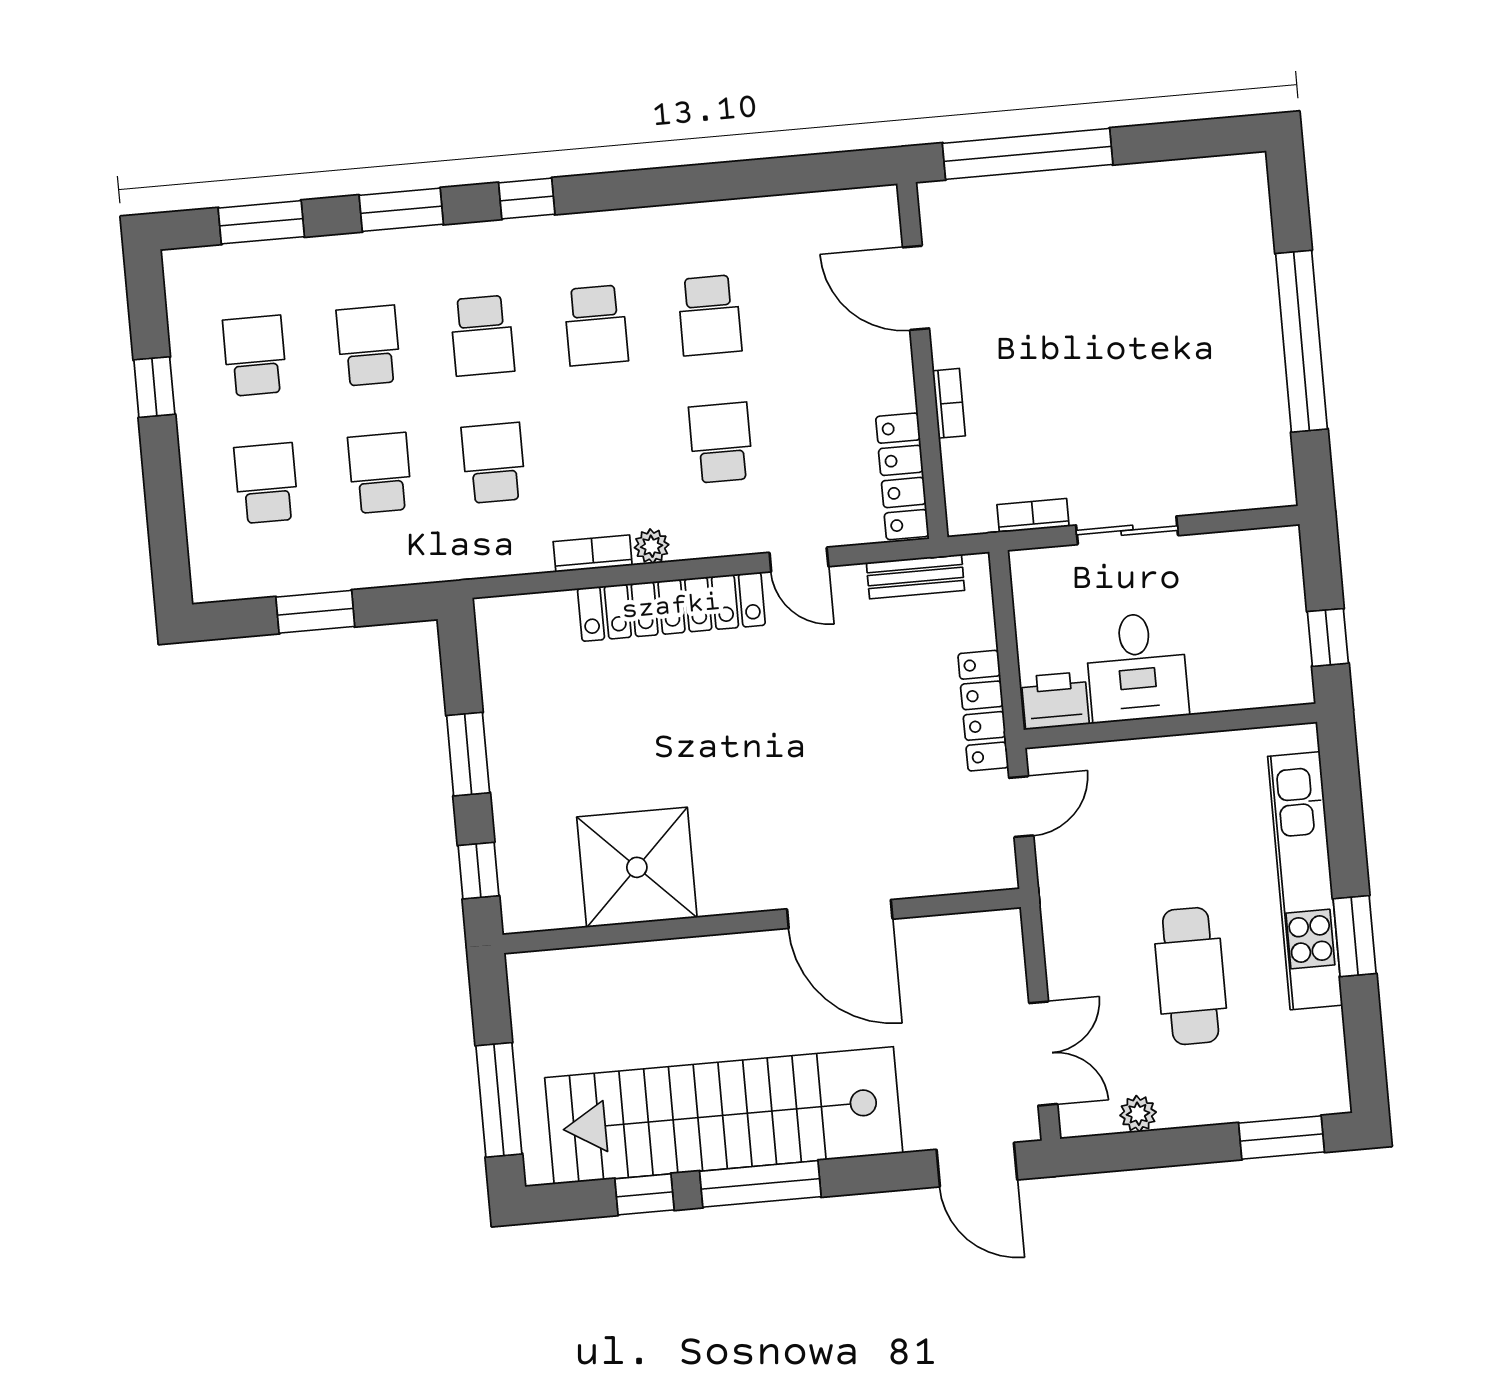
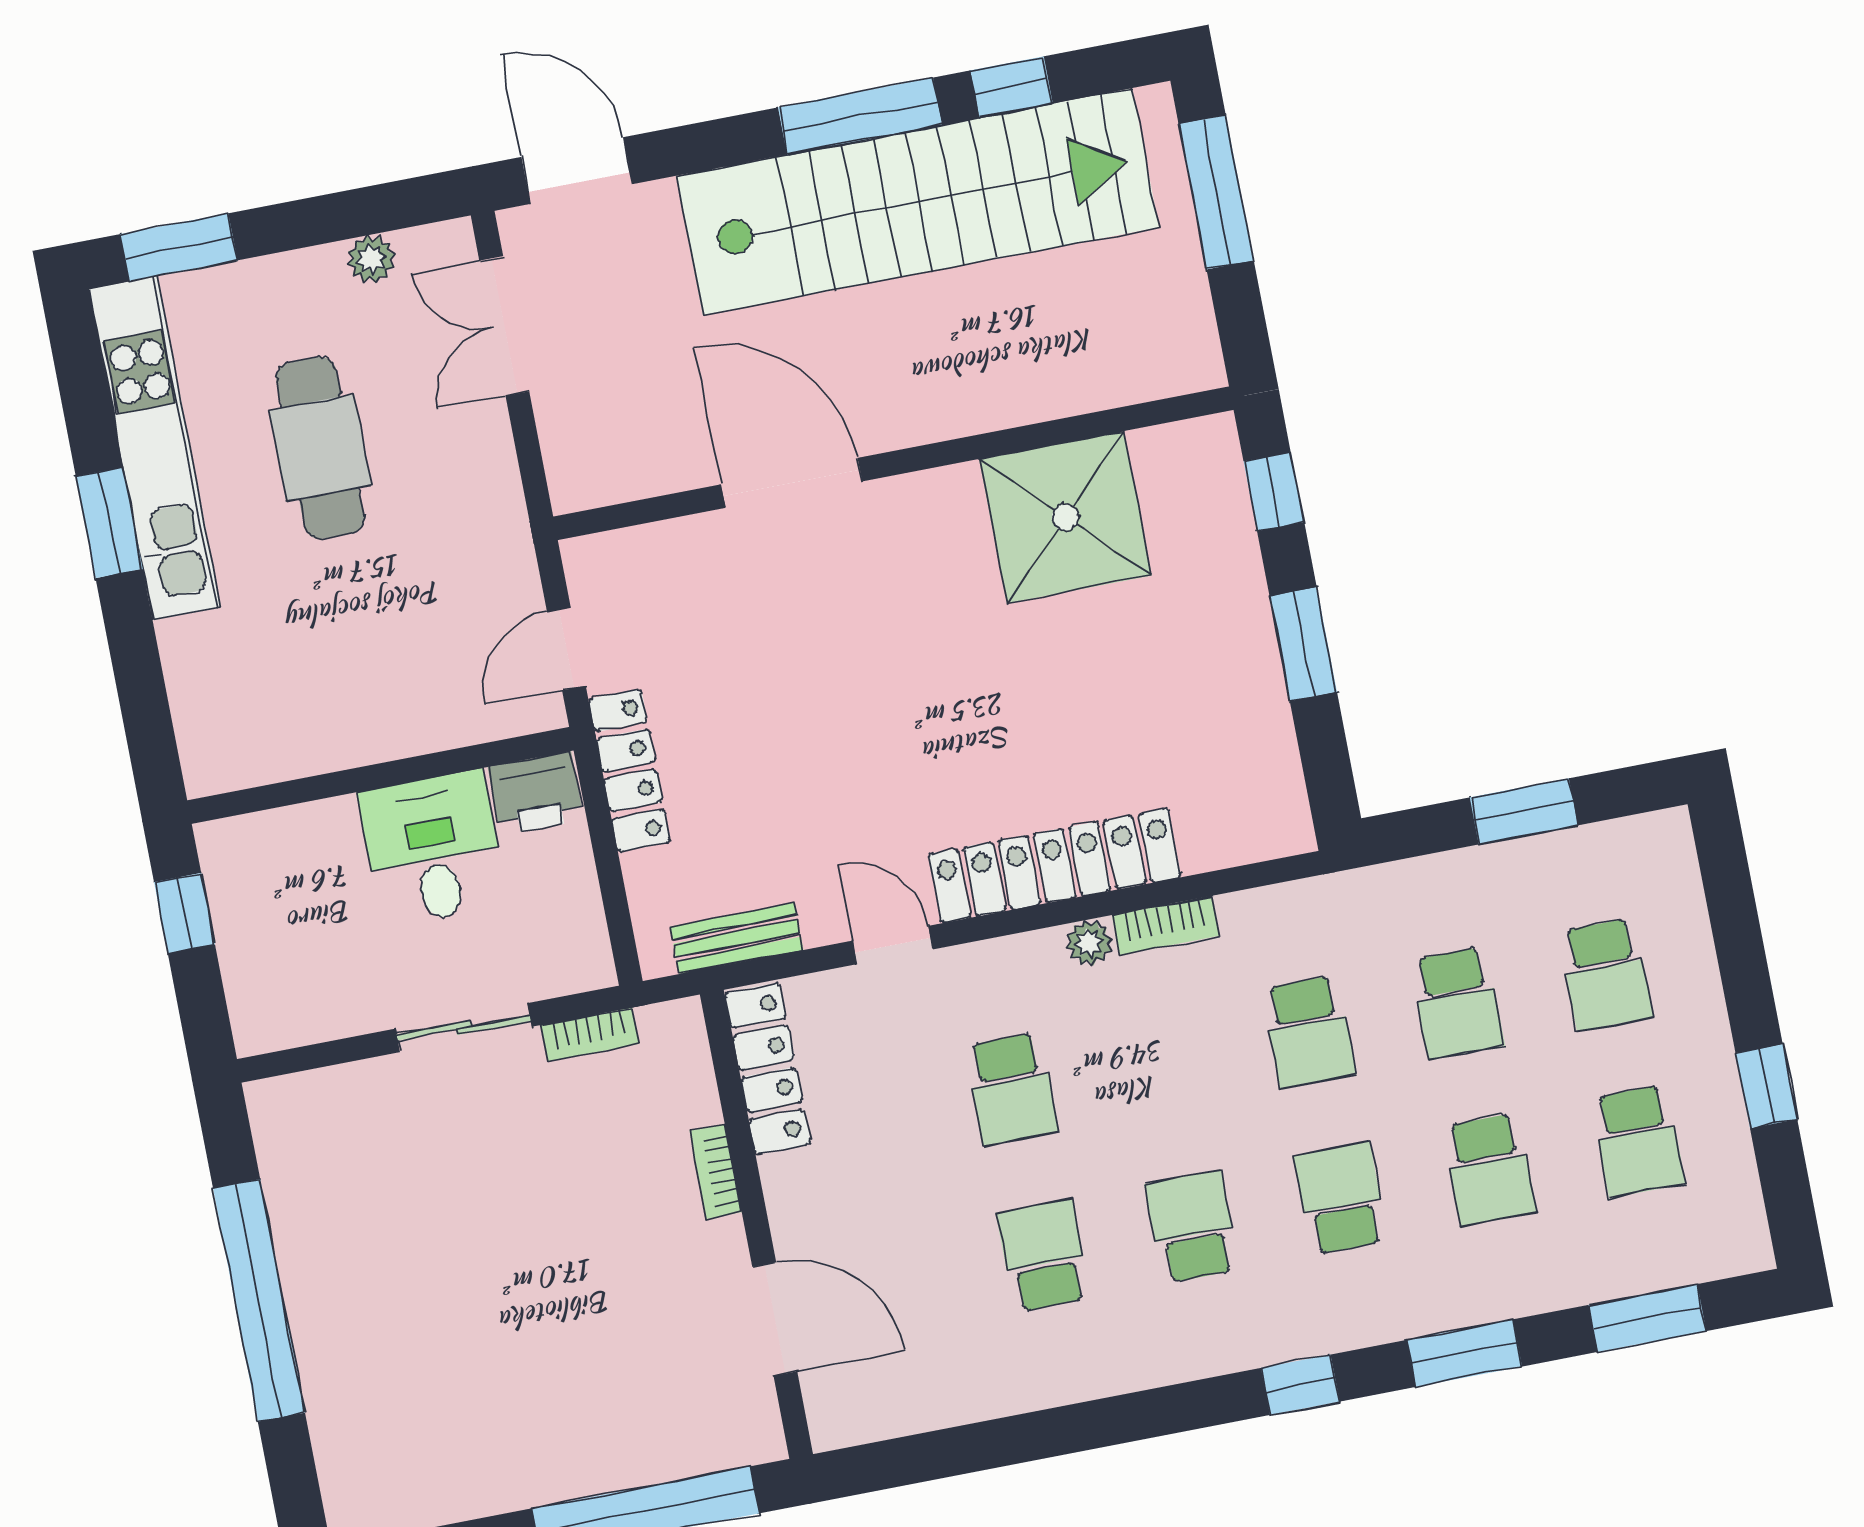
kitchen unit: (1305, 881) -> (155, 448), moved

